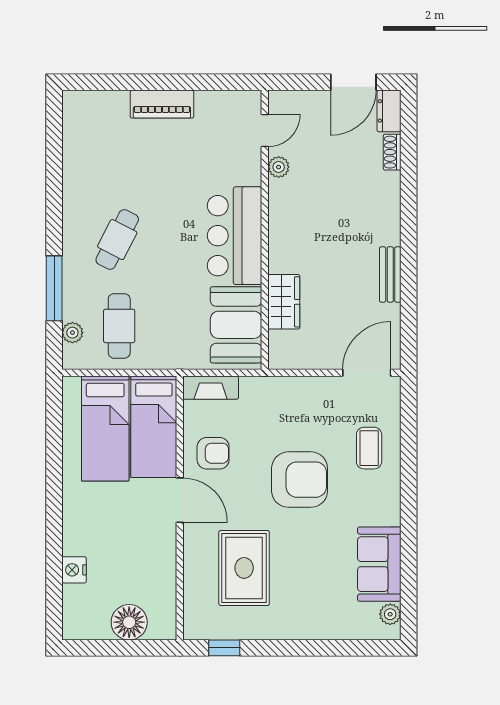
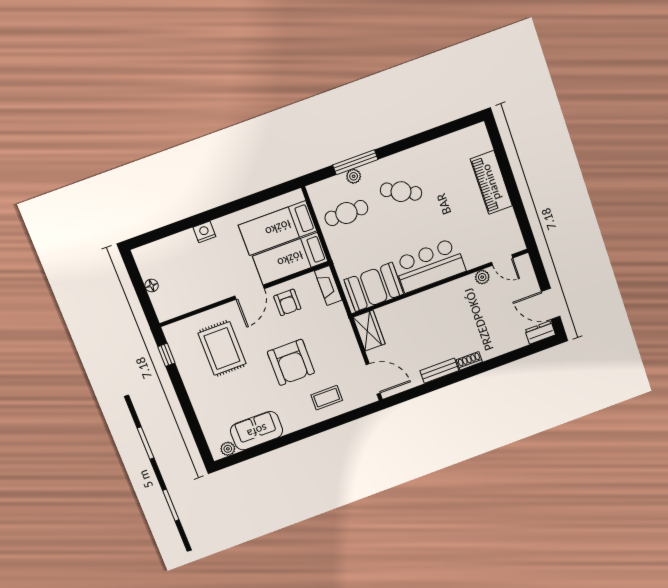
piano: (162, 104) -> (491, 182), width x1.37, depth x1.33
shoe rack: (392, 152) -> (469, 361), moved
wardrobe: (284, 302) -> (369, 331), moved, turned -90
plant: (72, 333) -> (354, 176), moved
rug: (244, 568) -> (222, 348), turned 90
nightstand: (74, 570) -> (204, 232), moved
floor lamp: (129, 622) -> (152, 286), width x0.53, depth x0.53

